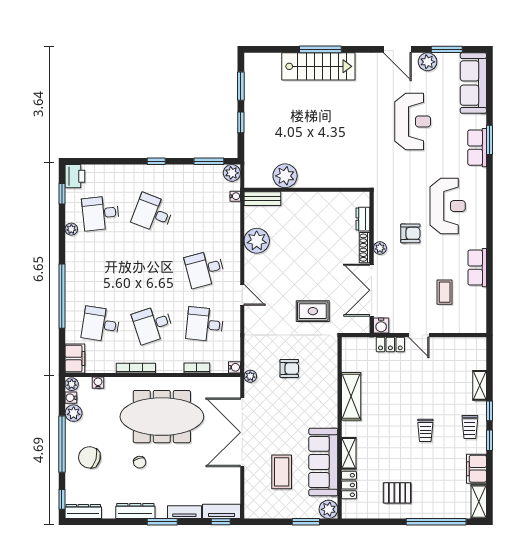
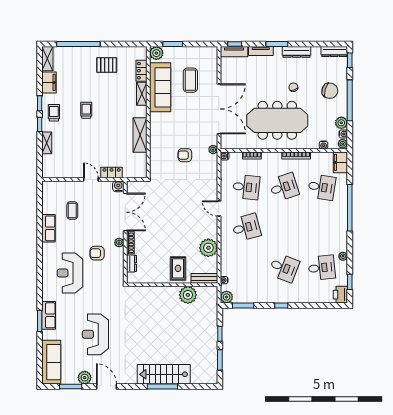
rug: (313, 311) -> (178, 268), moved, turned 90

